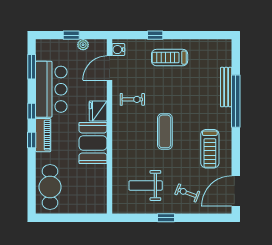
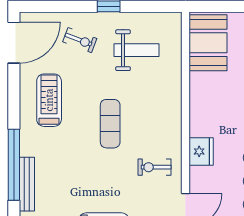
booth: (93, 143) -> (208, 43), moved

